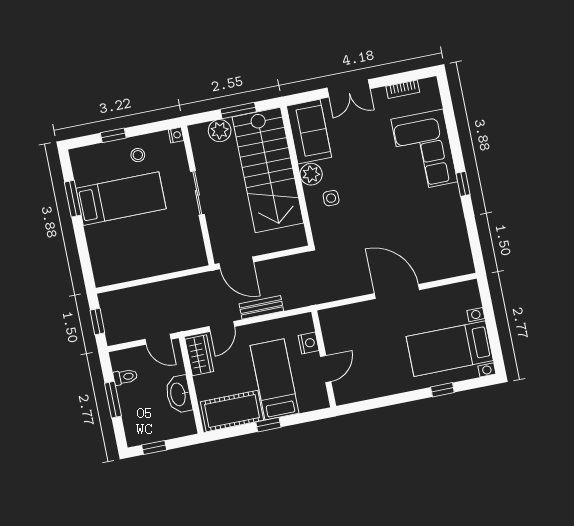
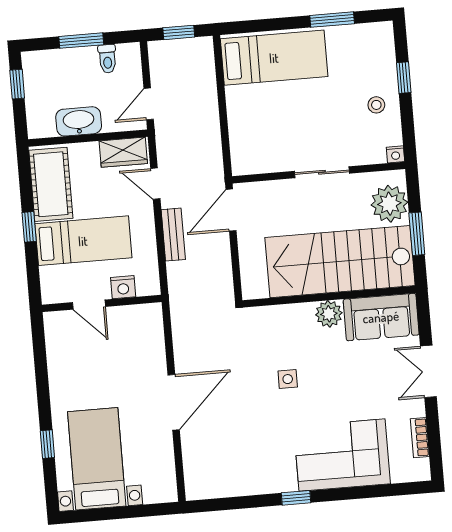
plant: (220, 131) -> (389, 204), width x1.36, depth x1.36
side table: (331, 198) -> (288, 379), moved
bed: (121, 199) -> (274, 58), moved, turned -90

